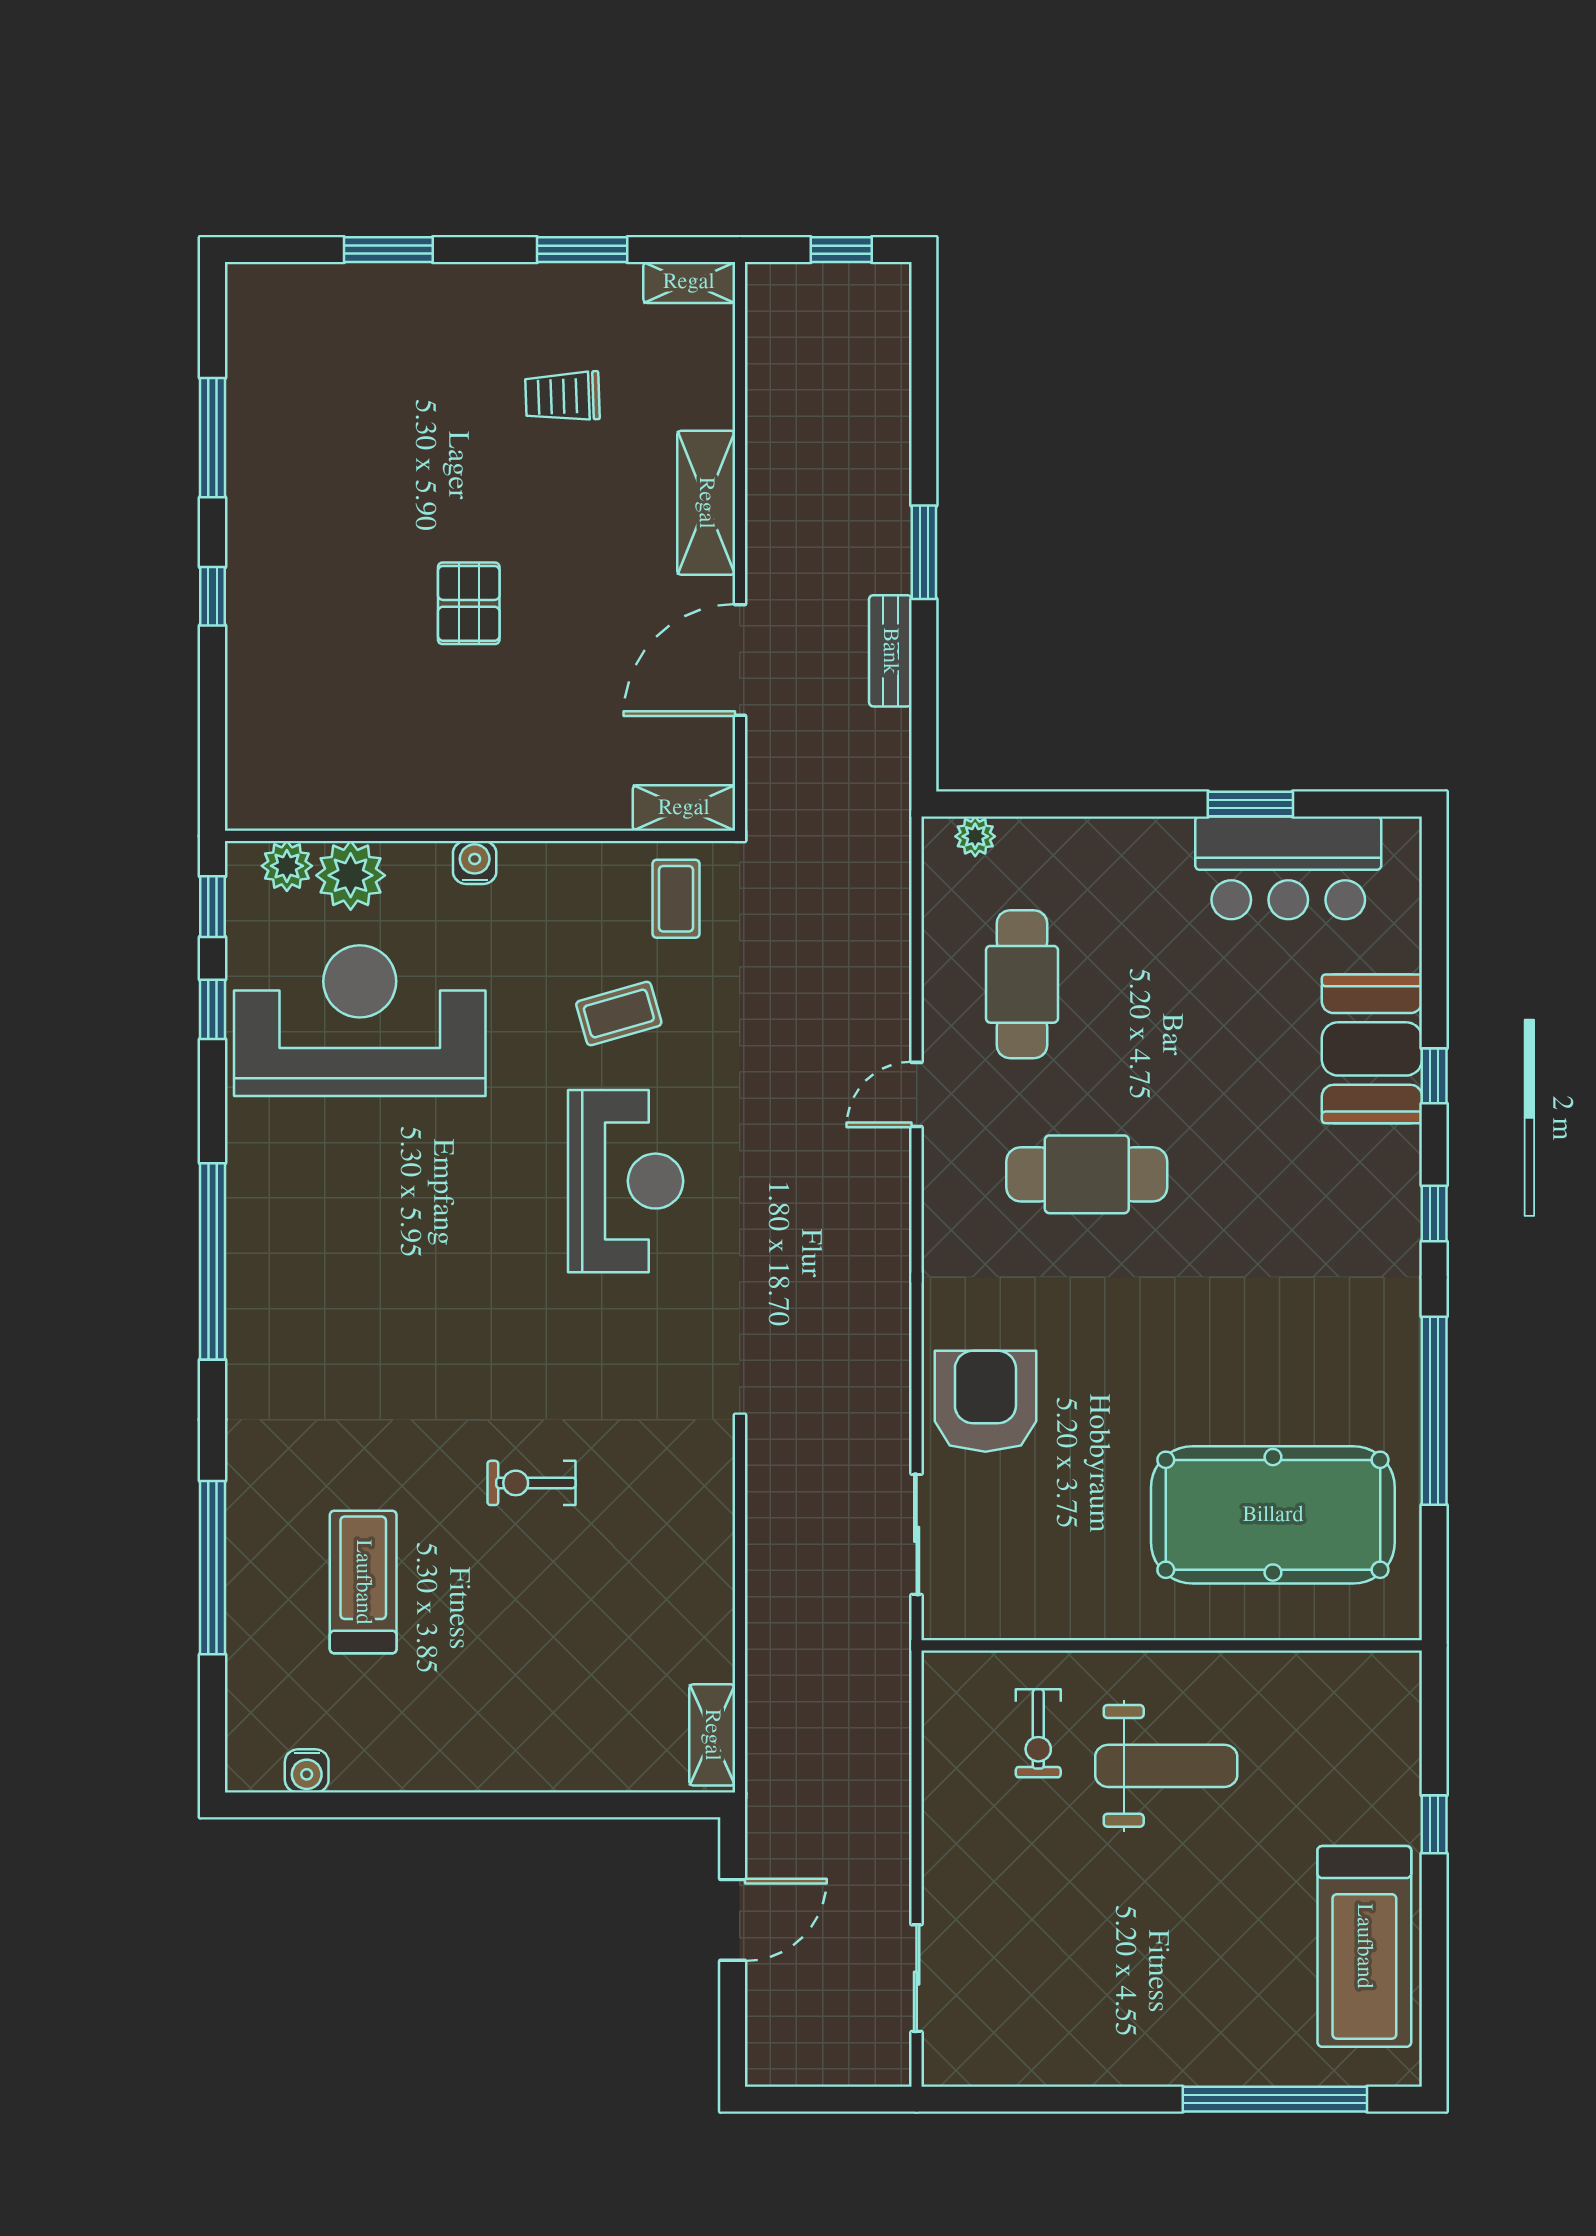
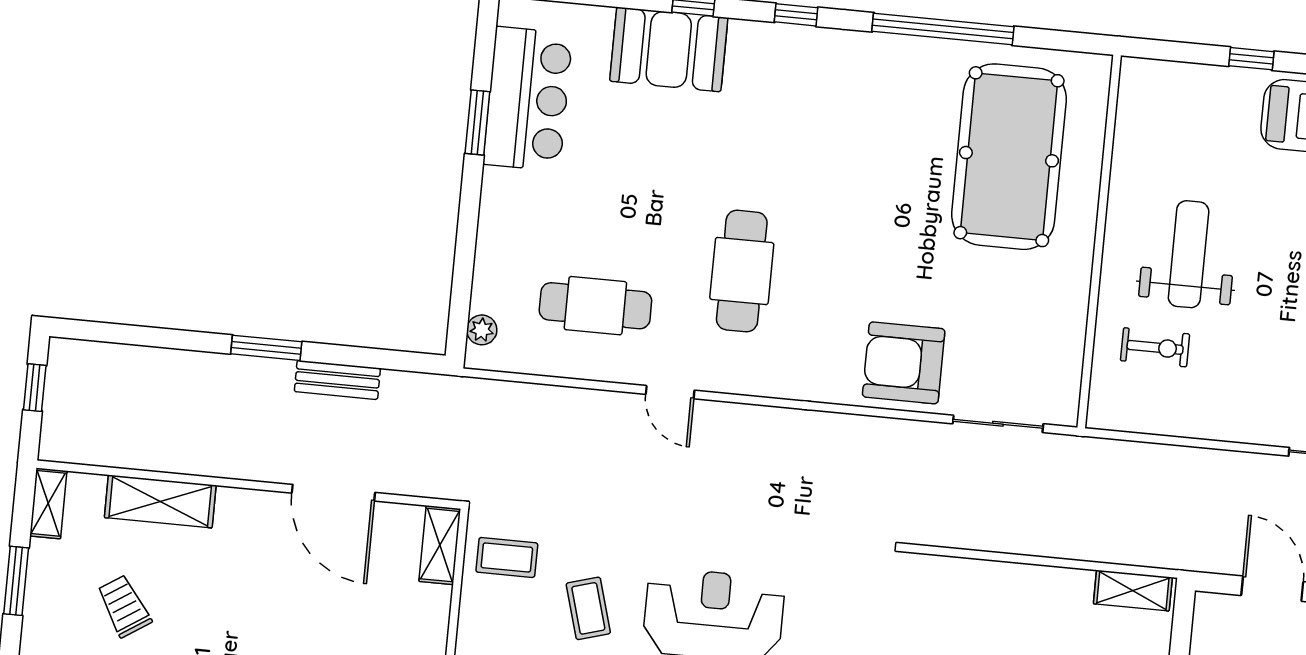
trolley: (562, 396) -> (124, 606), turned 149
shelving: (706, 503) -> (160, 501), moved

